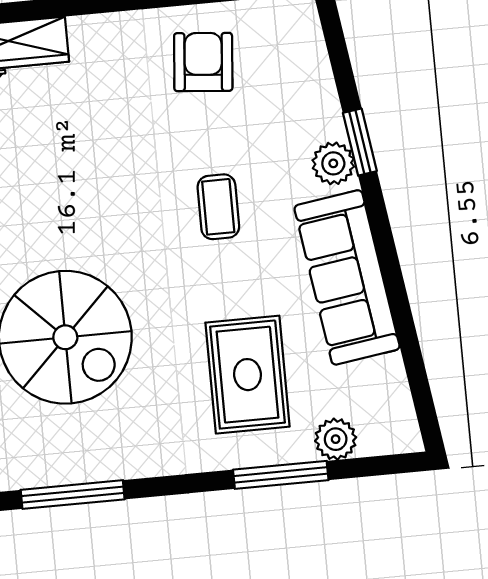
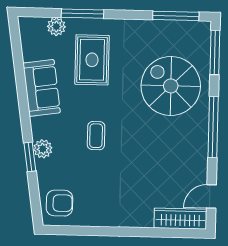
armchair: (203, 62) -> (59, 203), moved, turned -95
sofa: (347, 277) -> (42, 88), width x0.73

